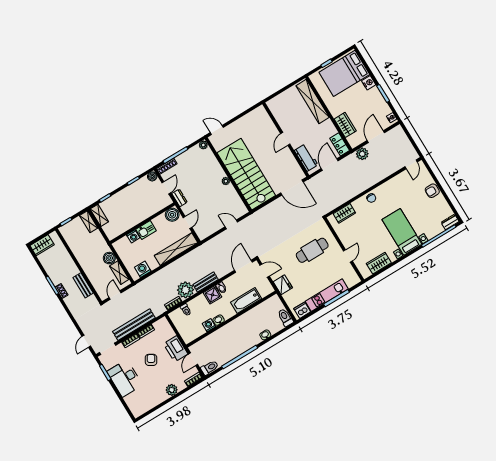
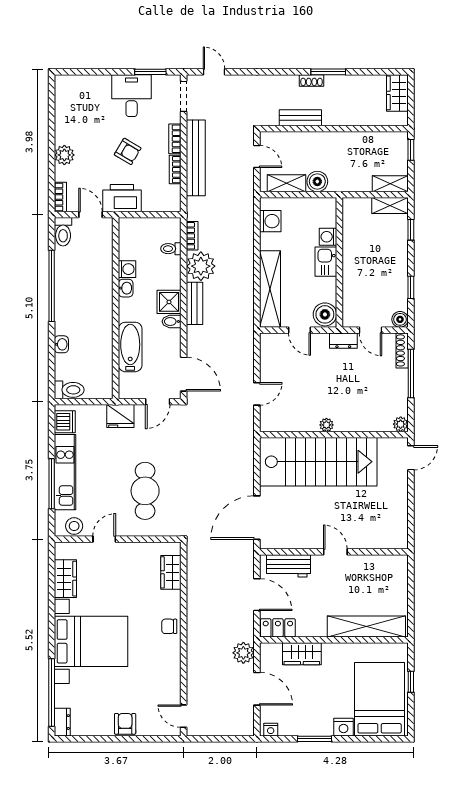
bed with nightstands: (402, 232) -> (91, 641), width x1.36
door: (348, 256) -> (104, 539), swing flipped
stool: (350, 275) -> (74, 526), added
desk: (125, 378) -> (132, 96), width x0.73

